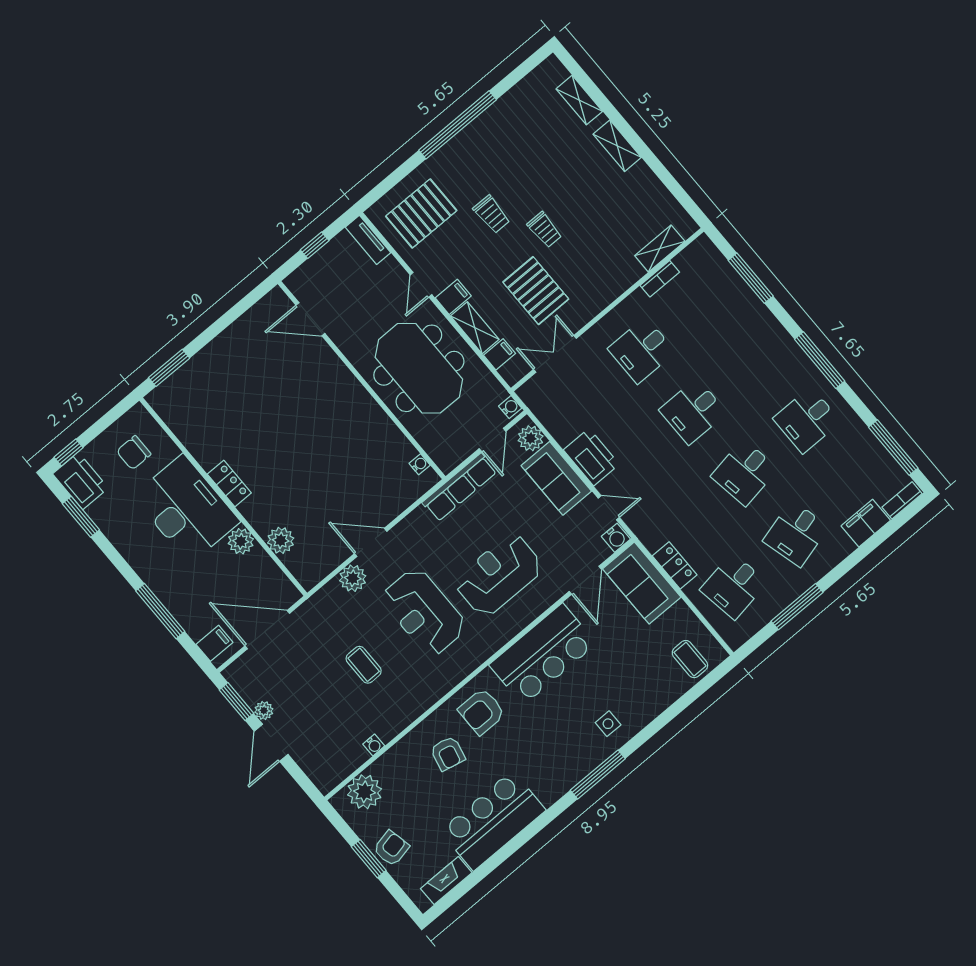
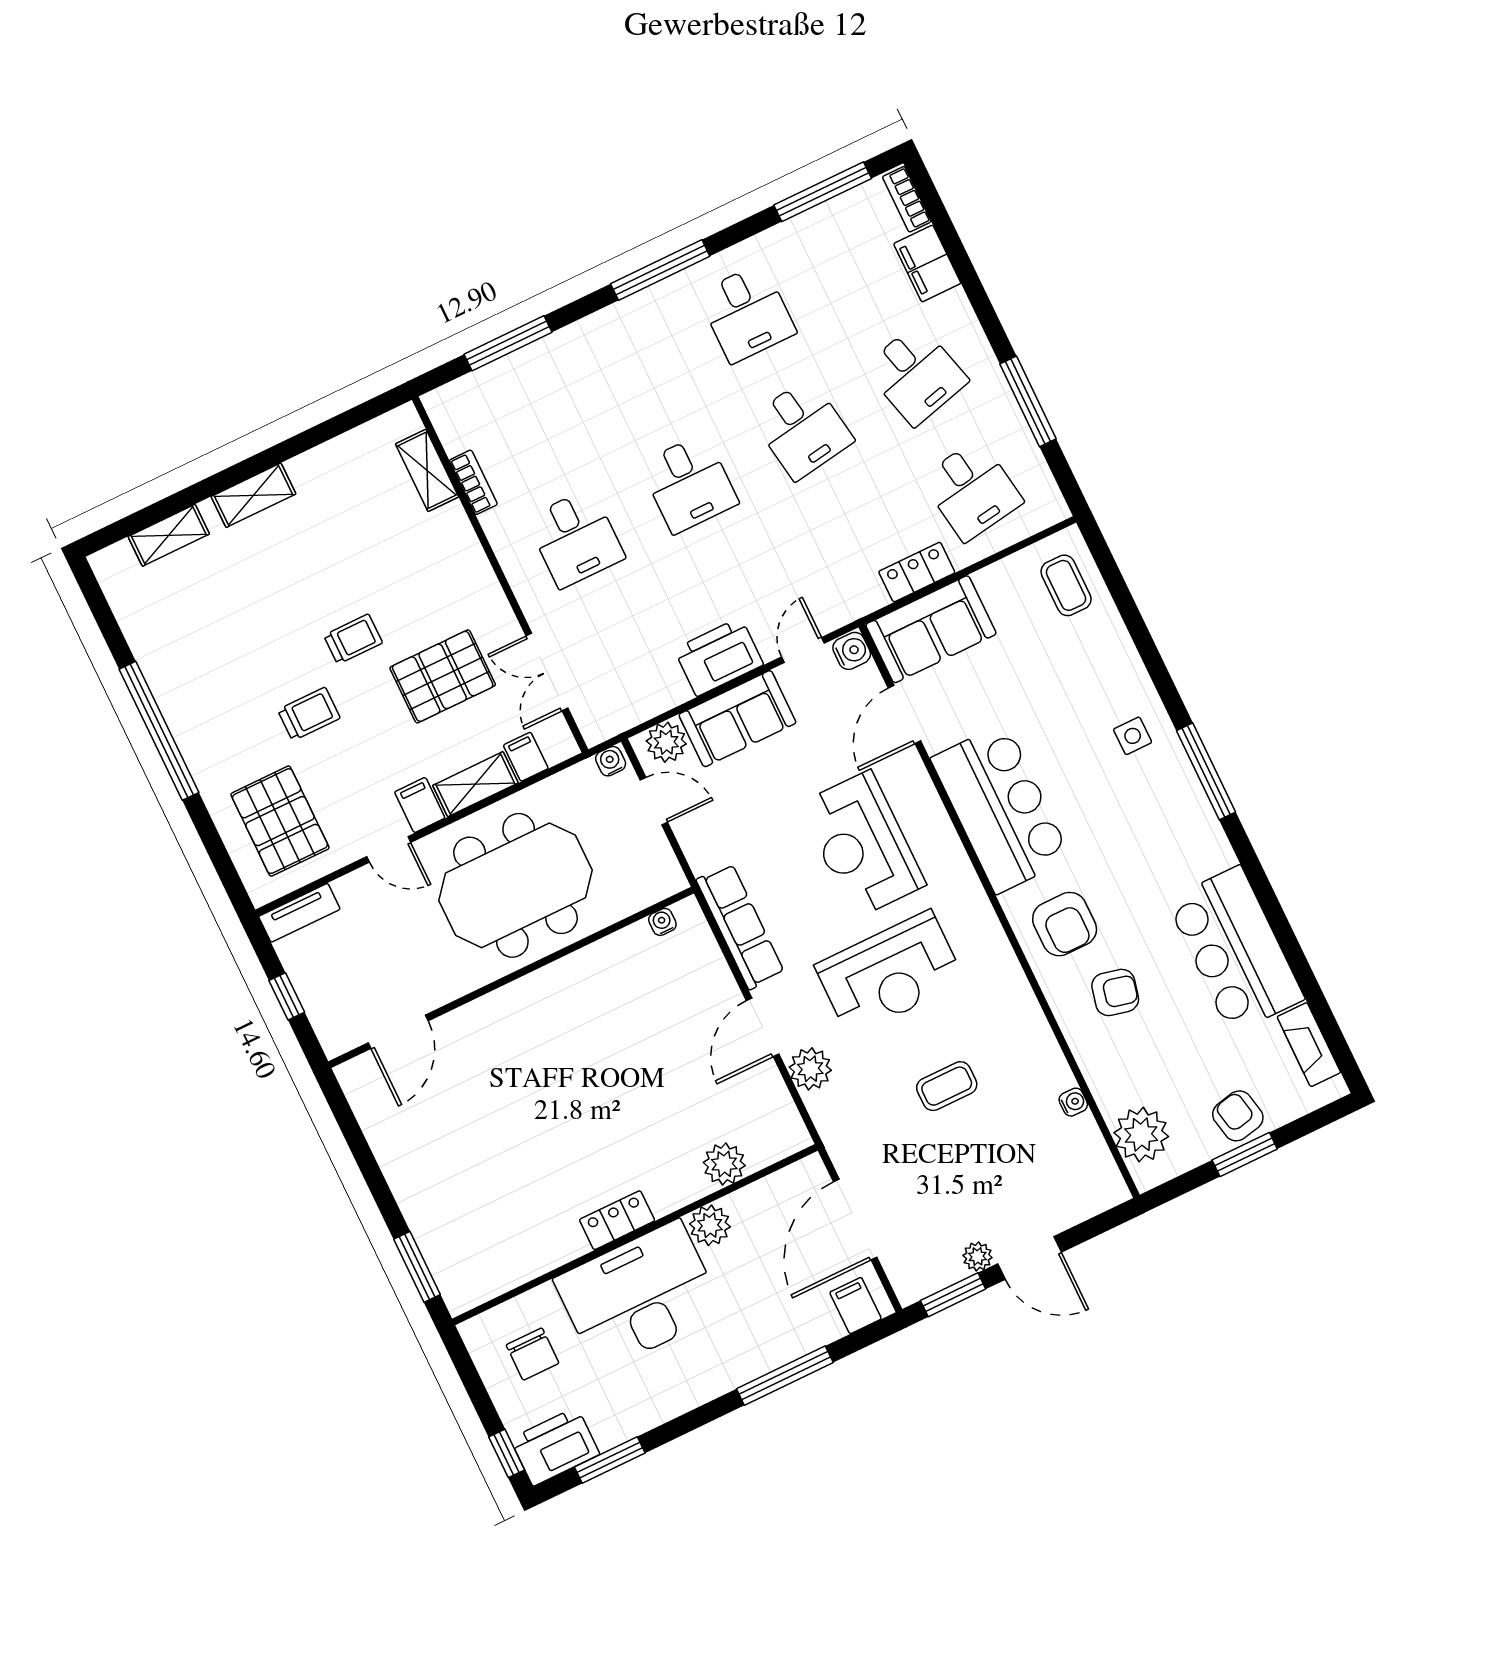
row of seats: (460, 487) -> (740, 926), moved
door: (585, 580) -> (905, 714), swing flipped
coffee table: (690, 659) -> (1066, 585), turned 90

